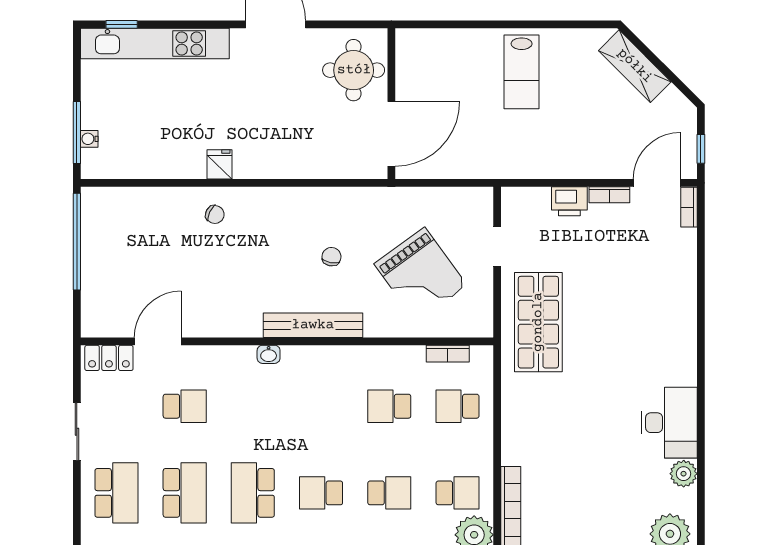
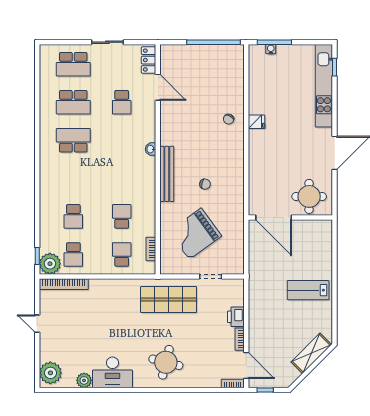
round table: (651, 327) -> (166, 362), added
school desk: (321, 493) -> (73, 178), removed

